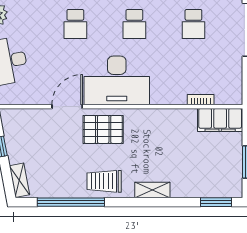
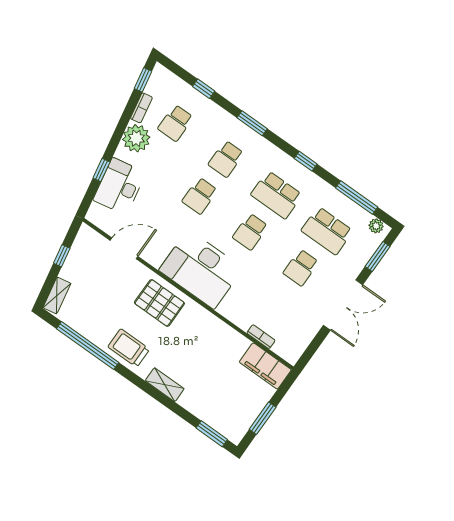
door: (67, 107) -> (124, 248), moved

